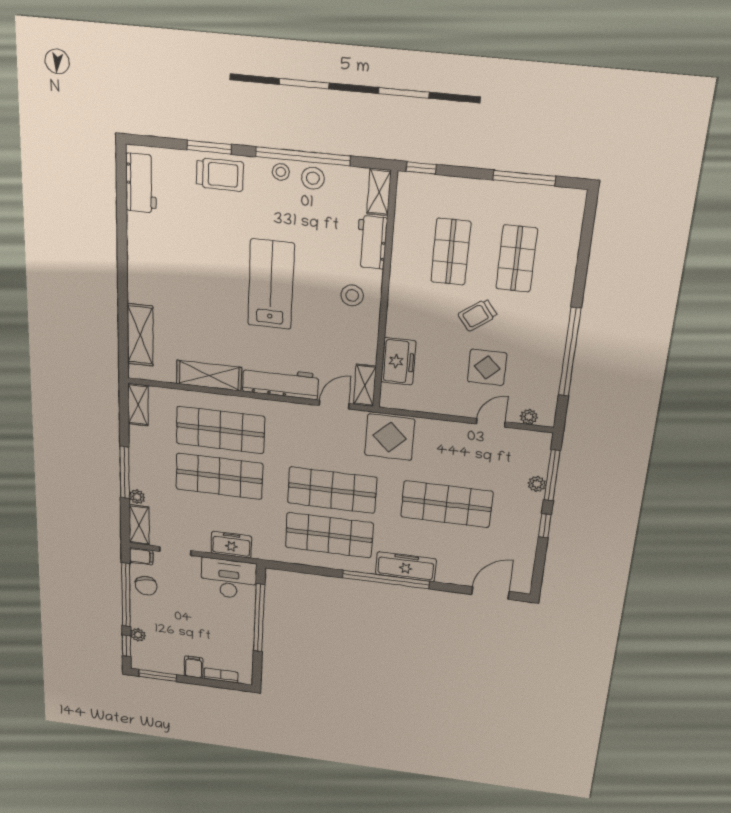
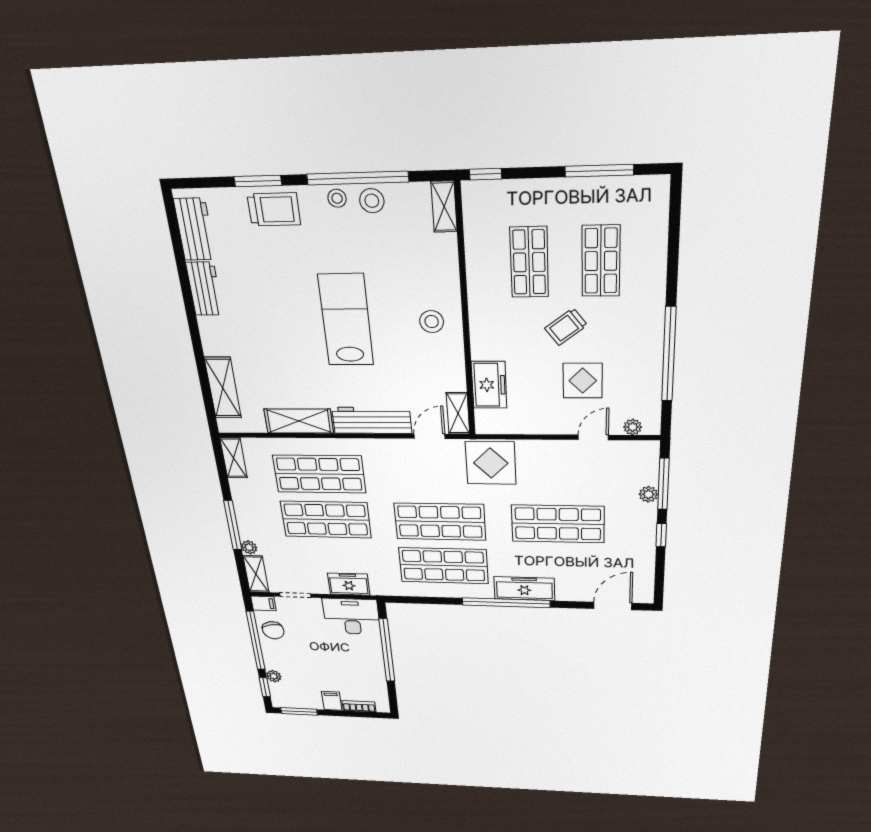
workbench: (372, 242) -> (204, 289), moved, turned 180

